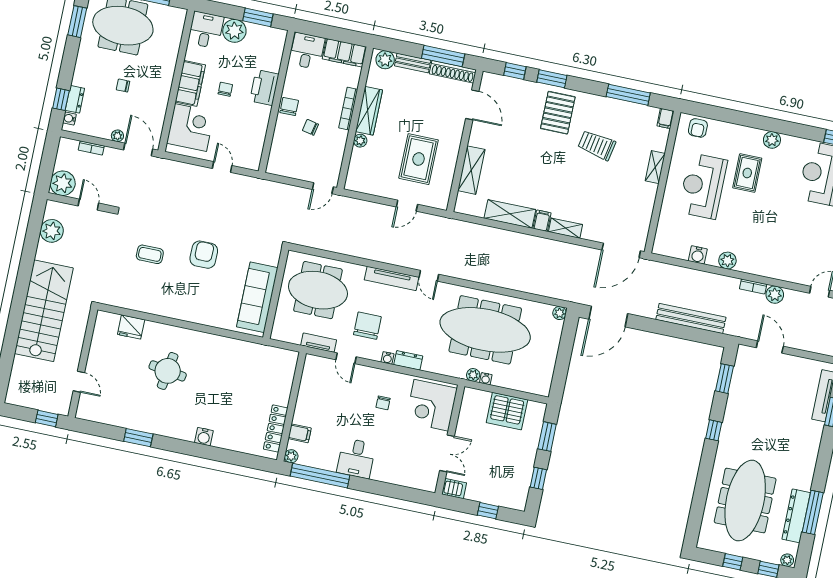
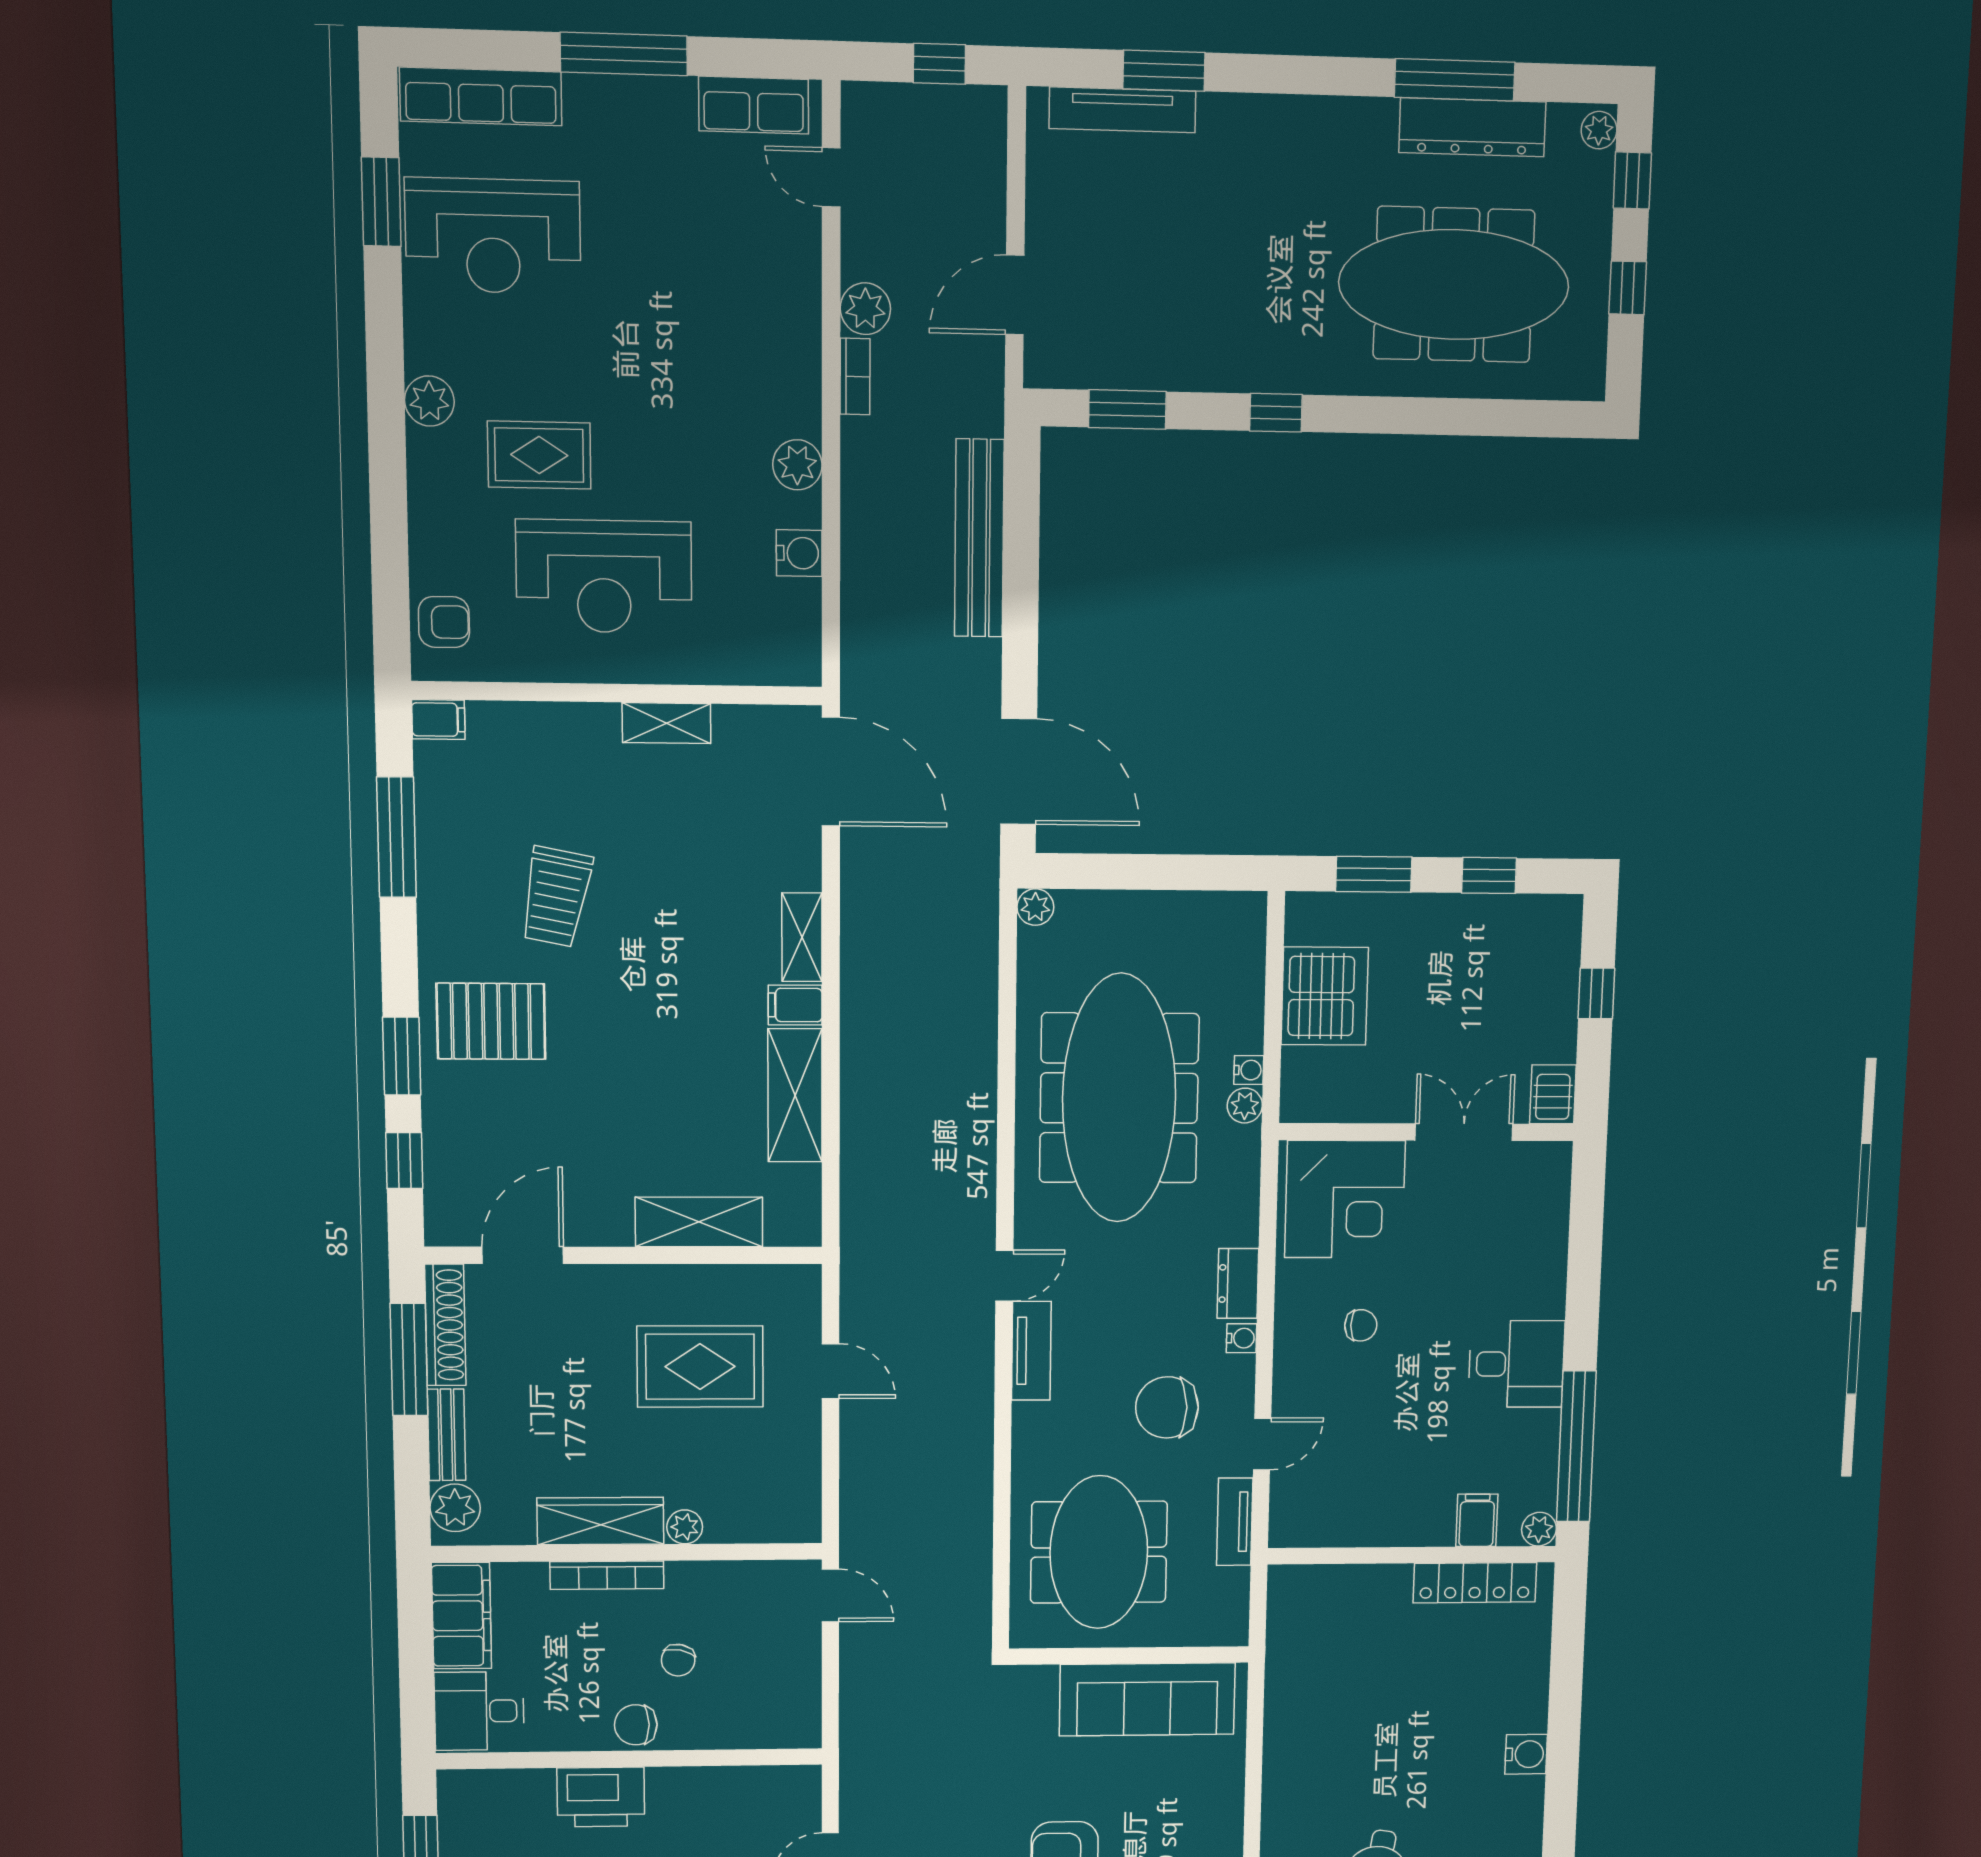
shelving: (655, 167) -> (667, 723), moved
tv unit: (392, 278) -> (1031, 1351), width x0.71

